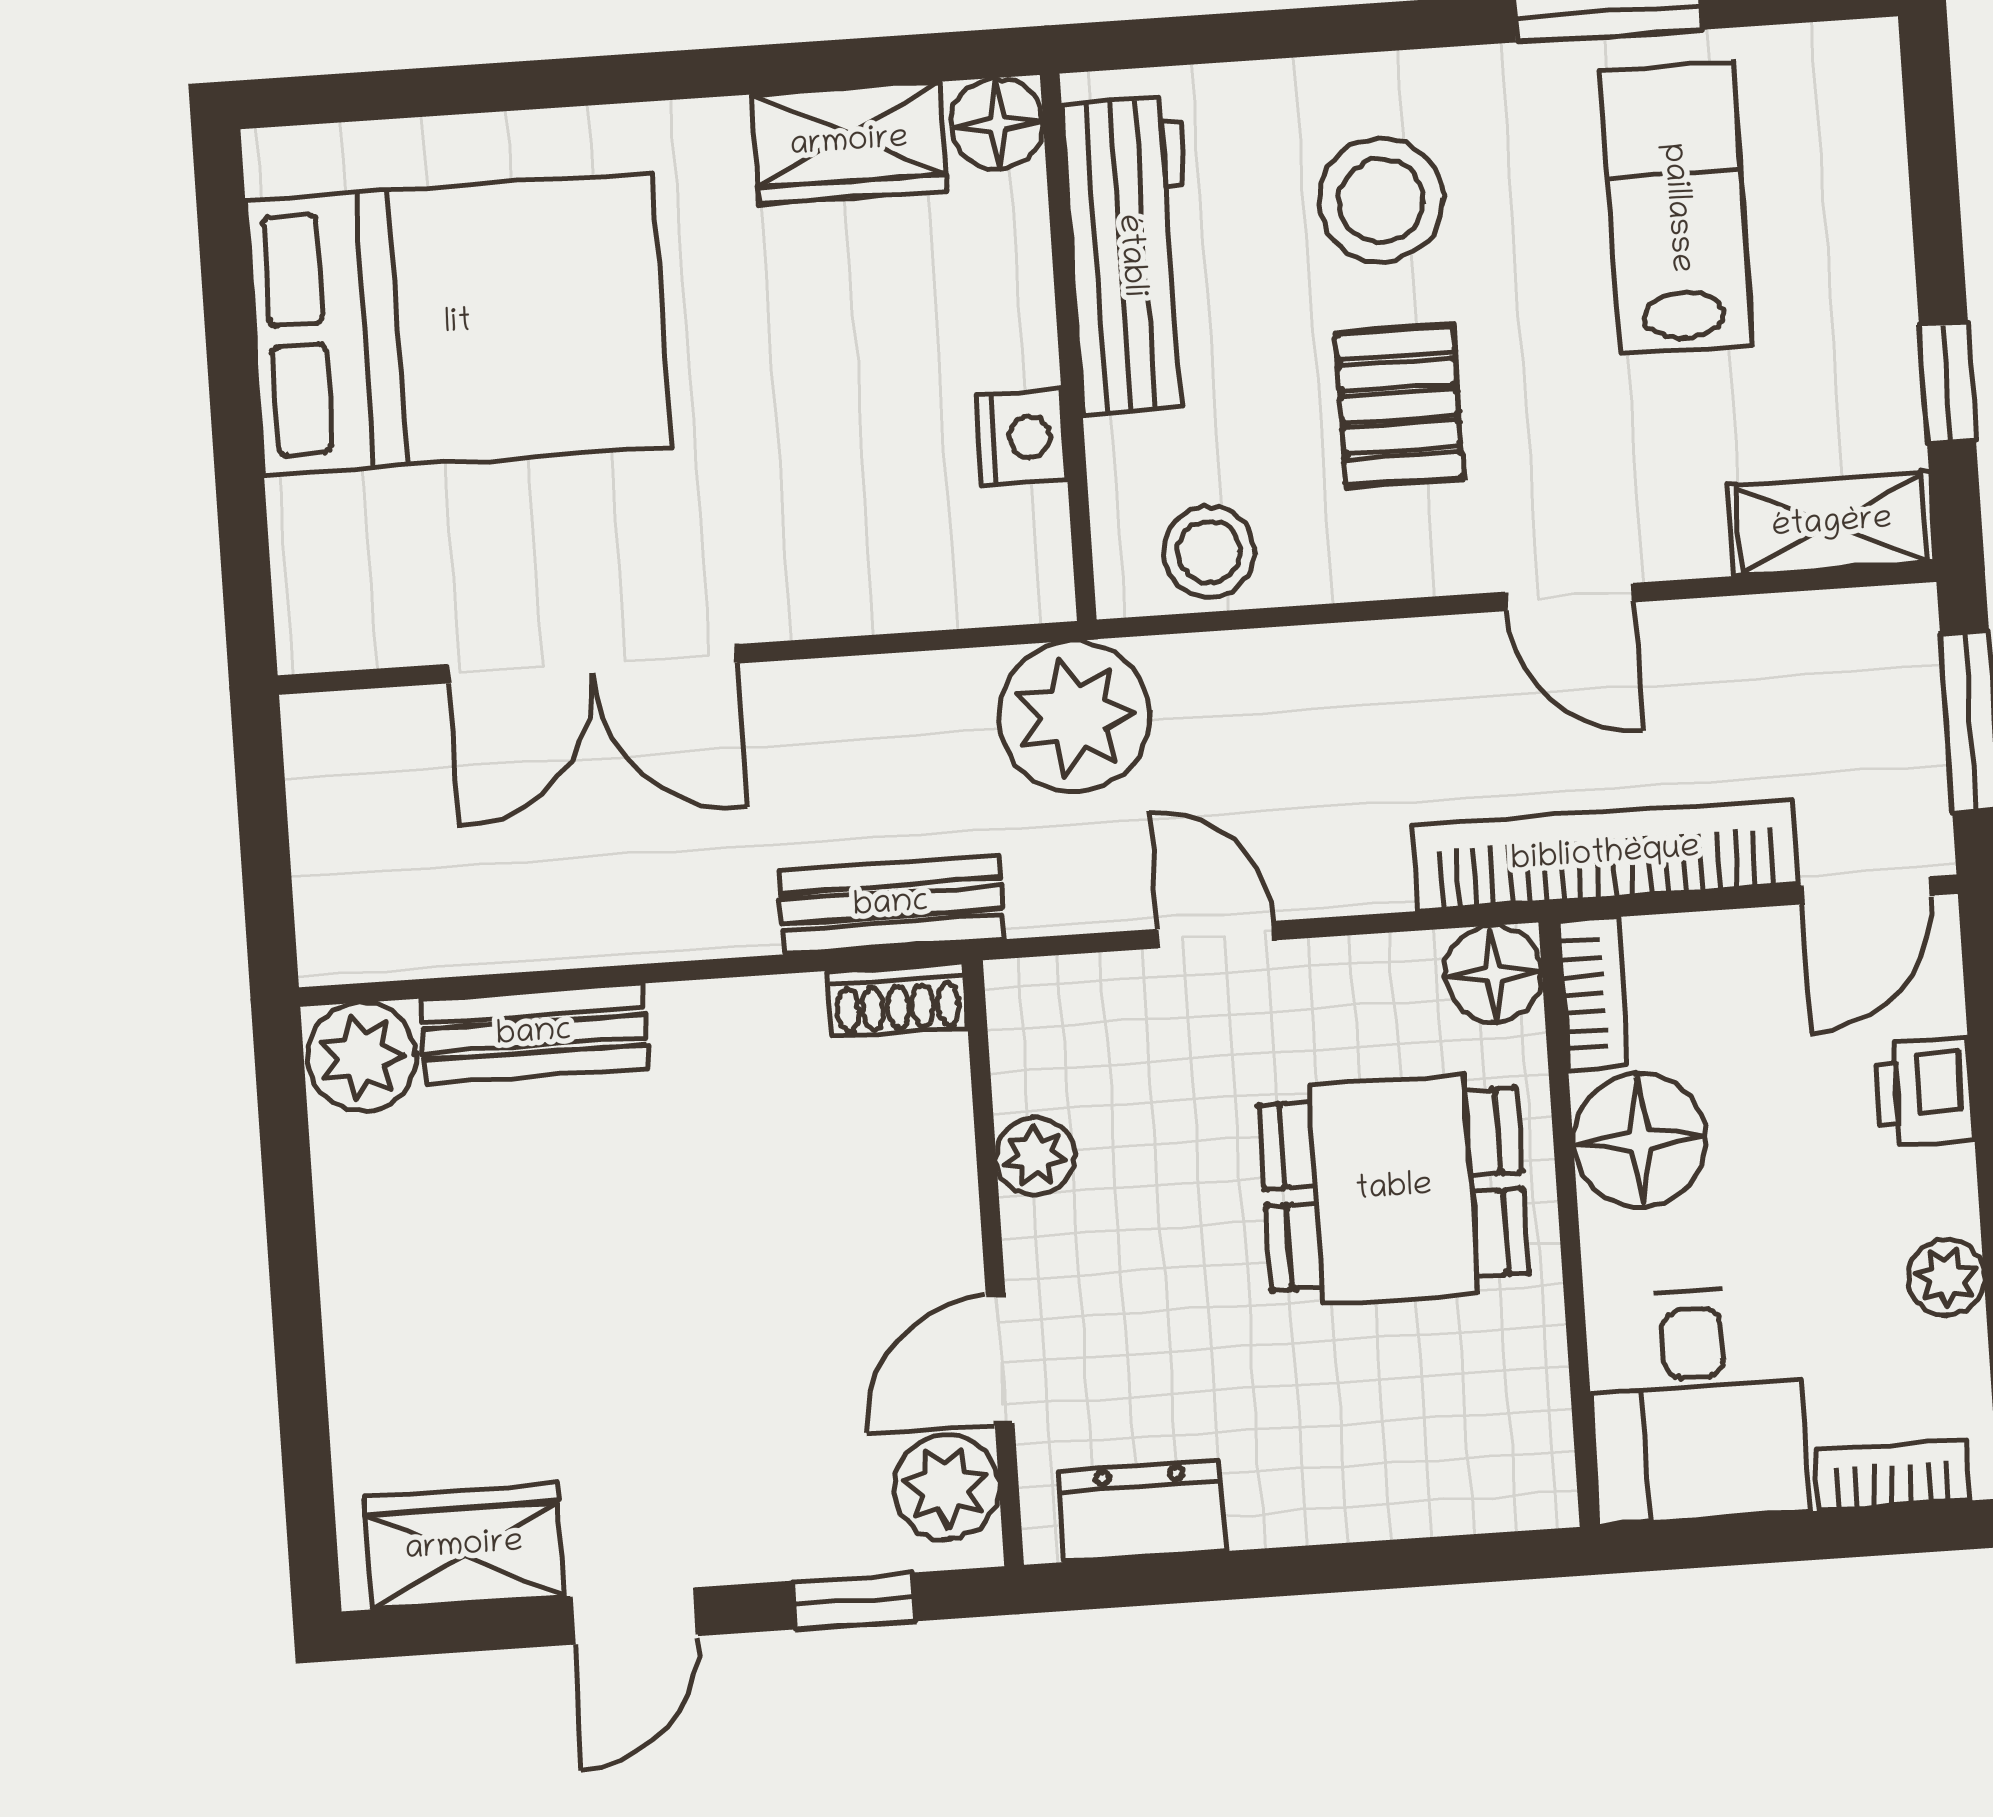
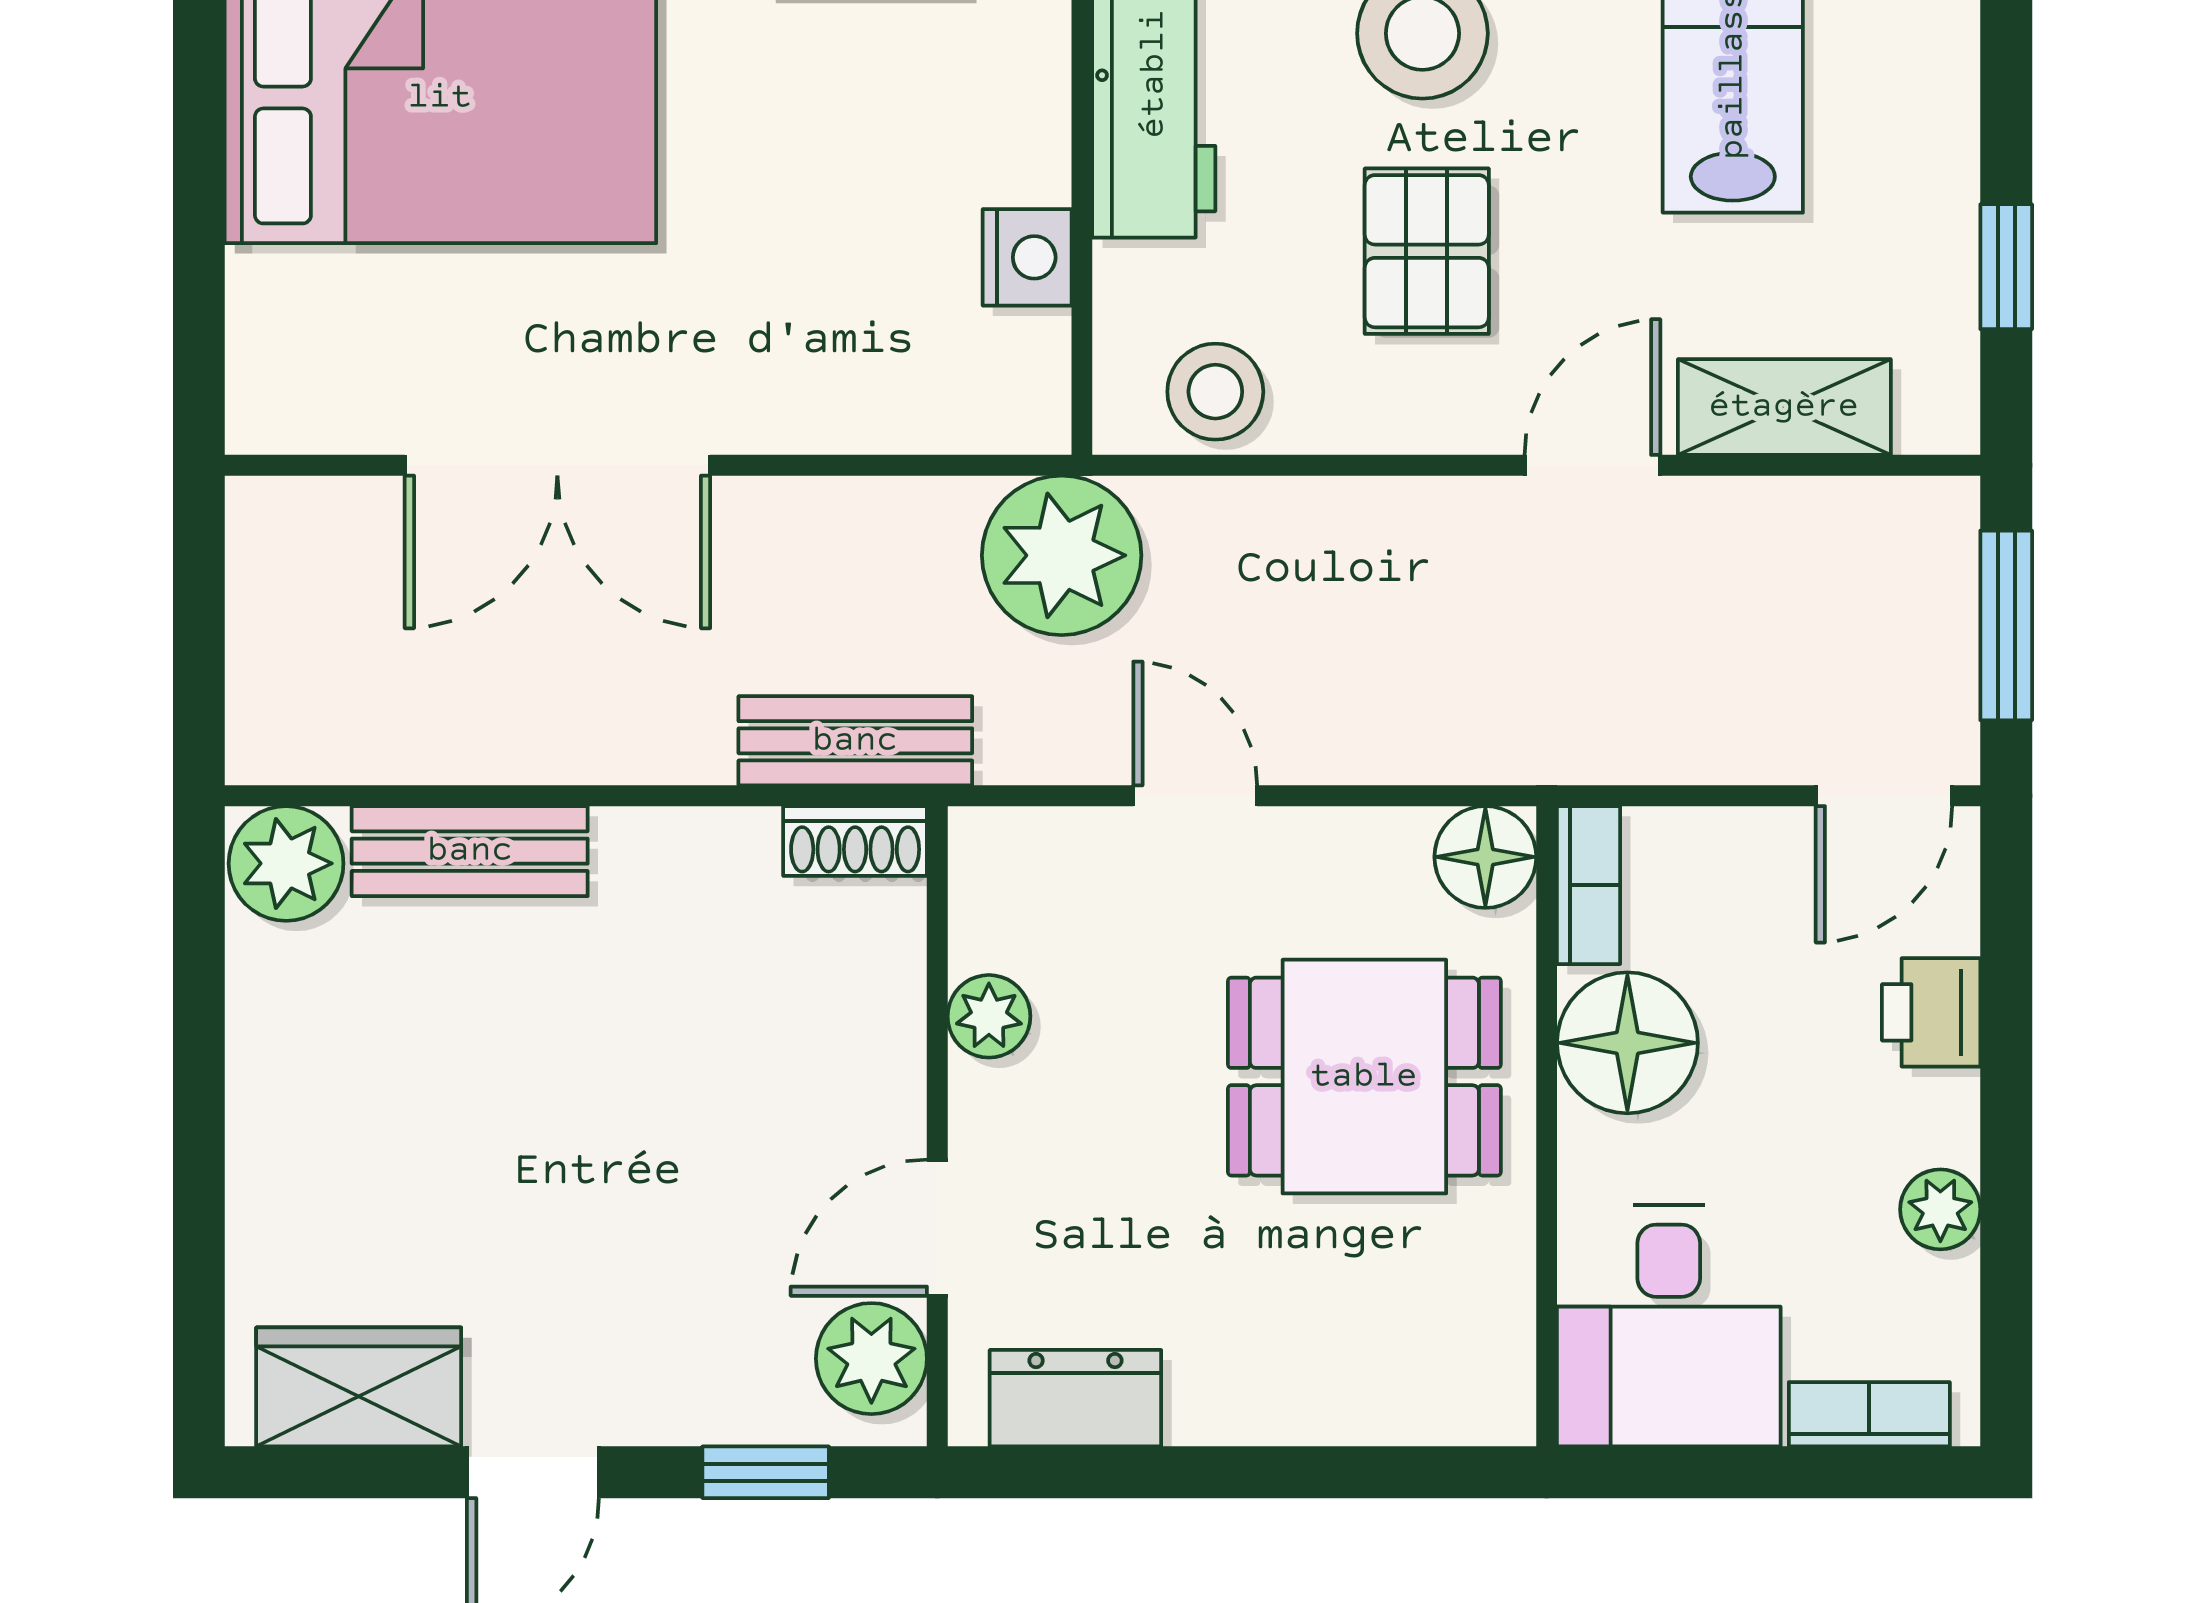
shelving: (1832, 524) -> (1784, 407), moved
door: (1570, 597) -> (1592, 465), swing flipped
bookcase: (1605, 855) -> (1611, 740), removed

